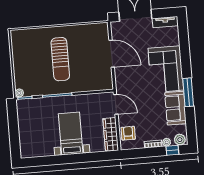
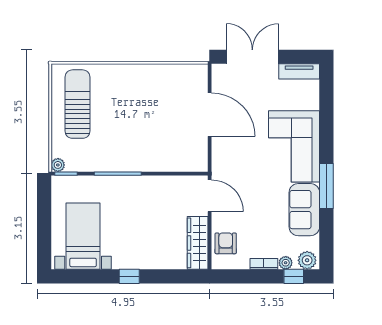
sun lounger: (60, 59) -> (77, 104), moved, turned 180
bed with nightstands: (71, 133) -> (83, 236), moved
window: (70, 159) -> (129, 276), added

